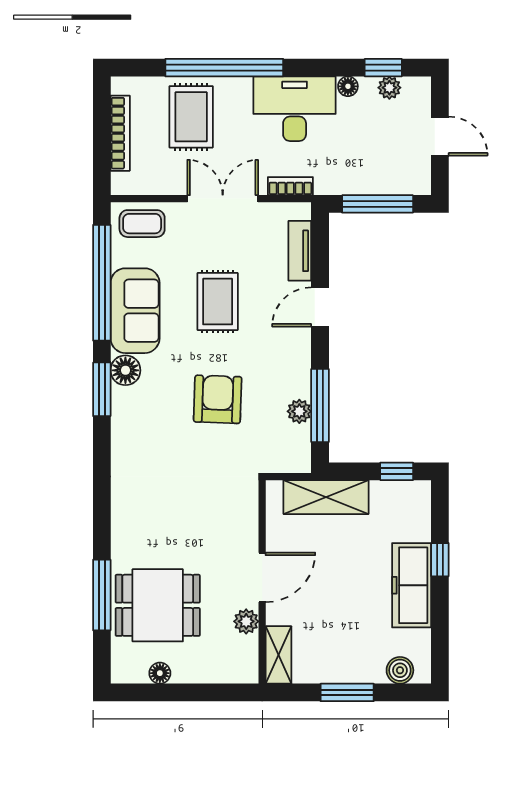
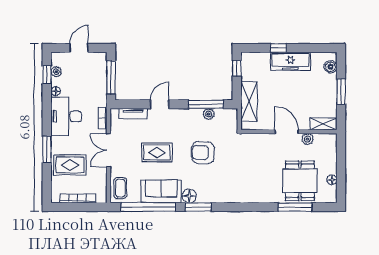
window: (224, 68) -> (47, 149), width x0.47
door: (320, 307) -> (159, 104), swing flipped

